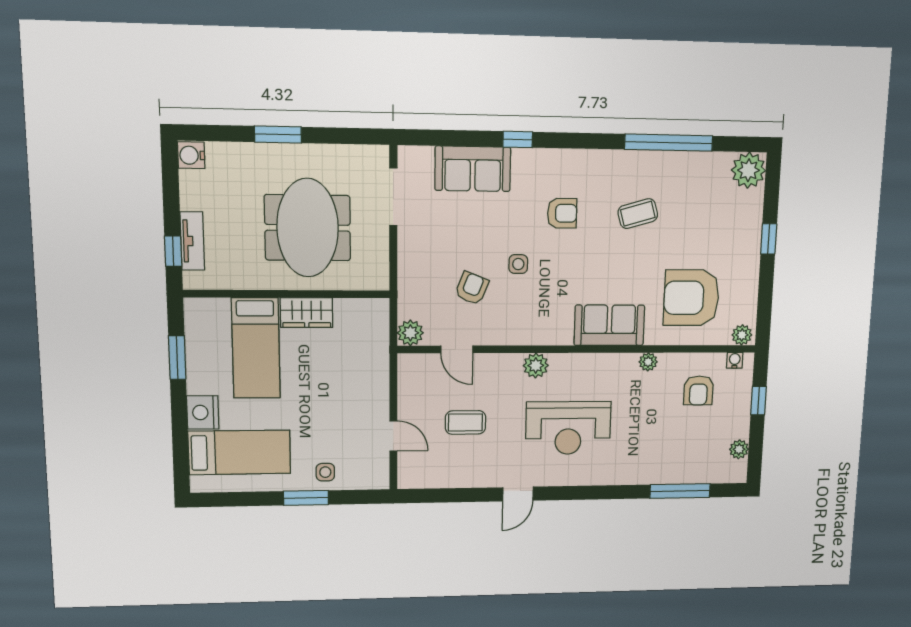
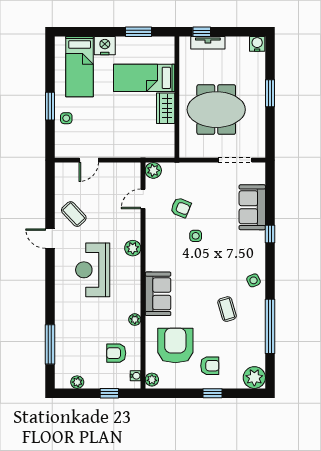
side table: (593, 169) -> (254, 280), added
armchair: (562, 213) -> (210, 366), moved, turned -90
coffee table: (465, 422) -> (74, 214), moved, turned -43

